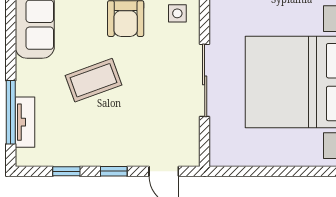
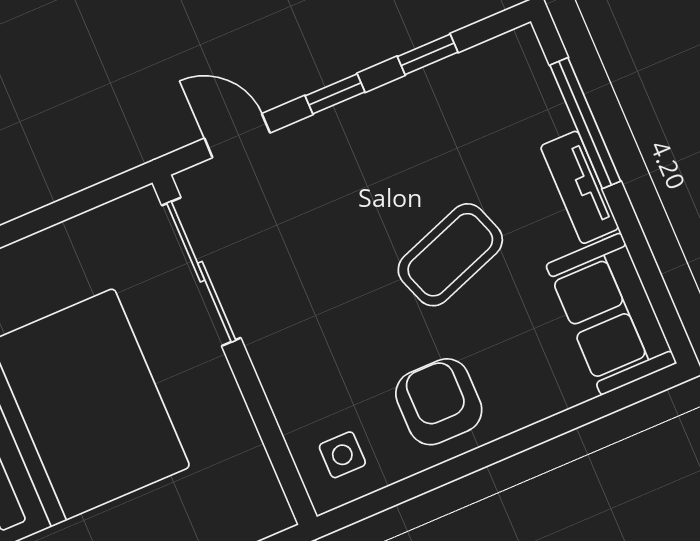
sliding door: (205, 80) -> (201, 272), moved
tv unit: (25, 122) -> (580, 187), moved

